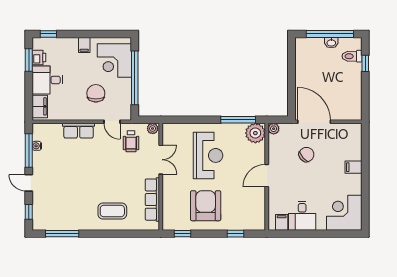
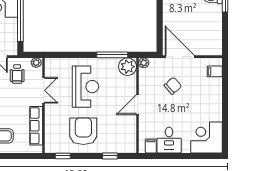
filing cabinet: (353, 167) -> (215, 71), moved

